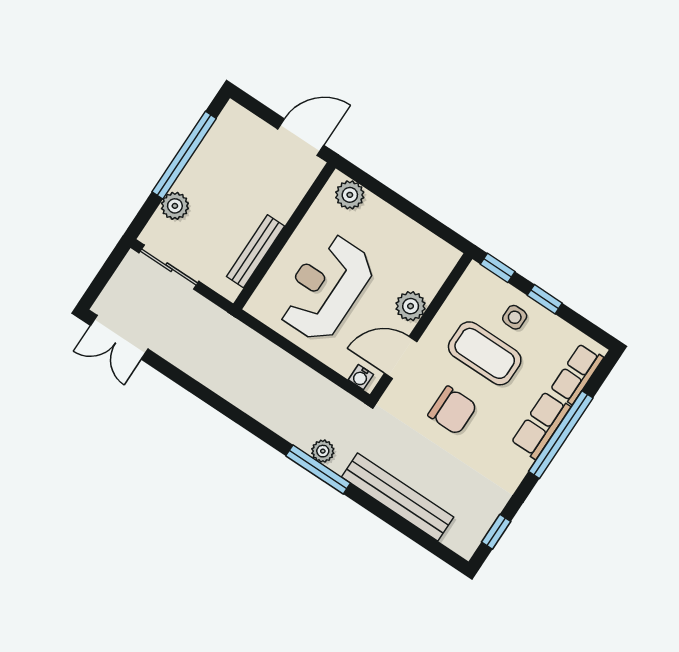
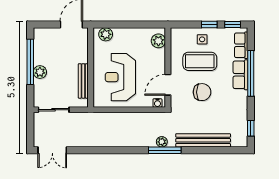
plant: (175, 206) -> (40, 72), moved
window: (498, 268) -> (233, 24), moved
plant: (411, 306) -> (158, 41), moved

